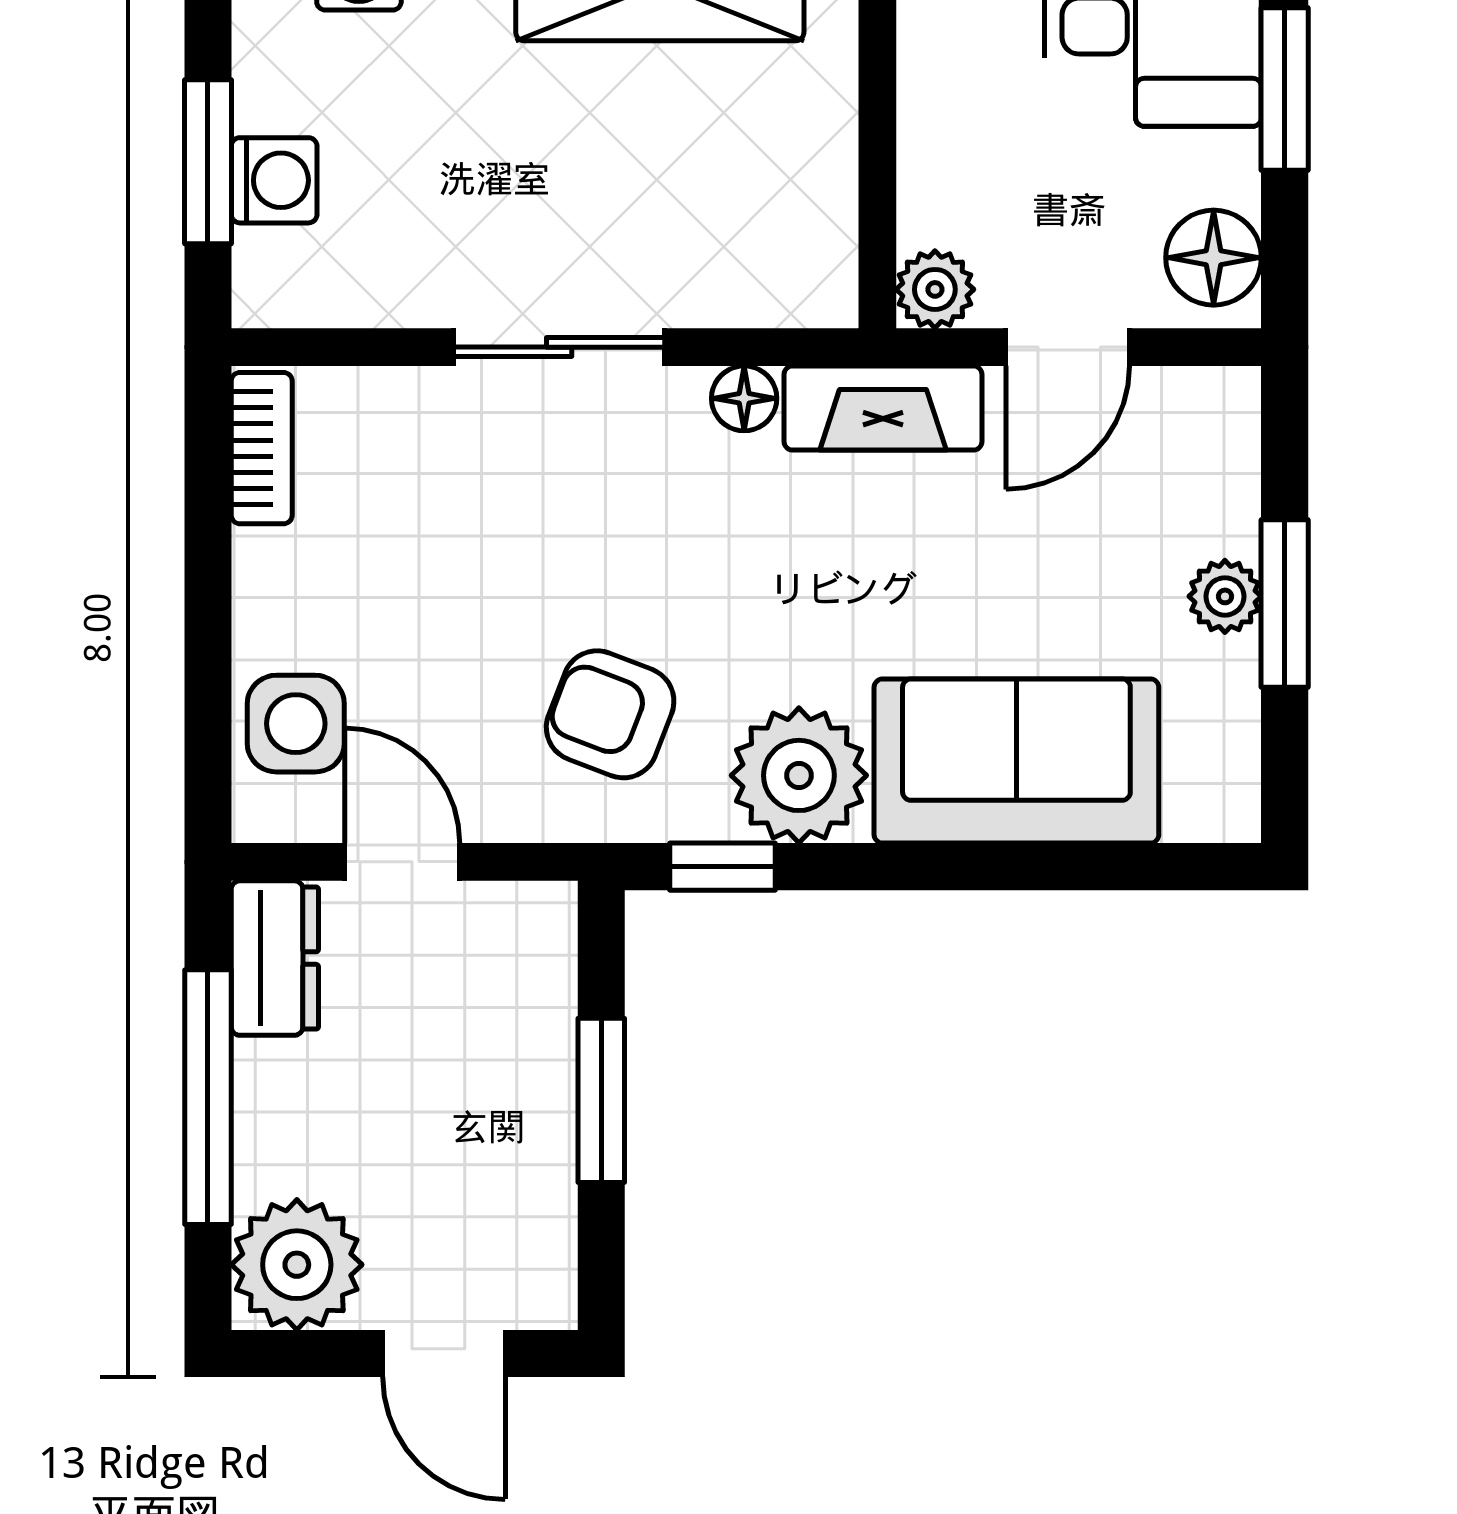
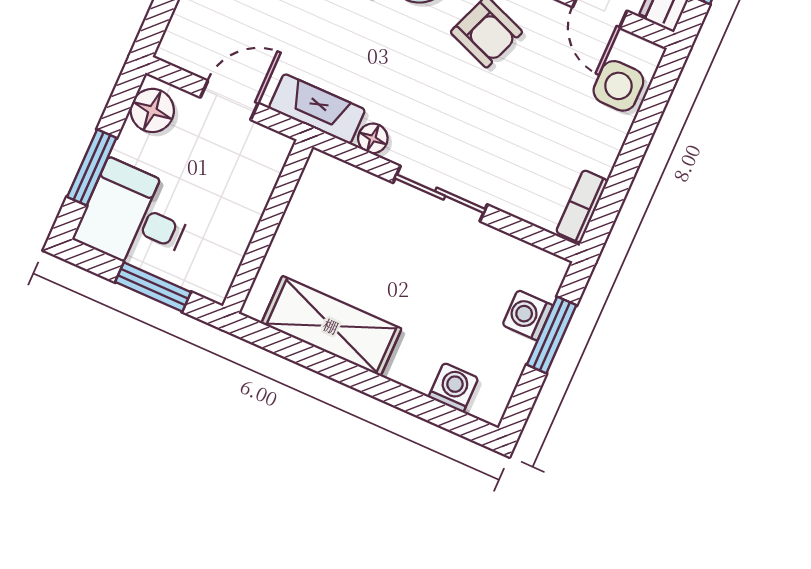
plant: (935, 289) -> (274, 148), removed

